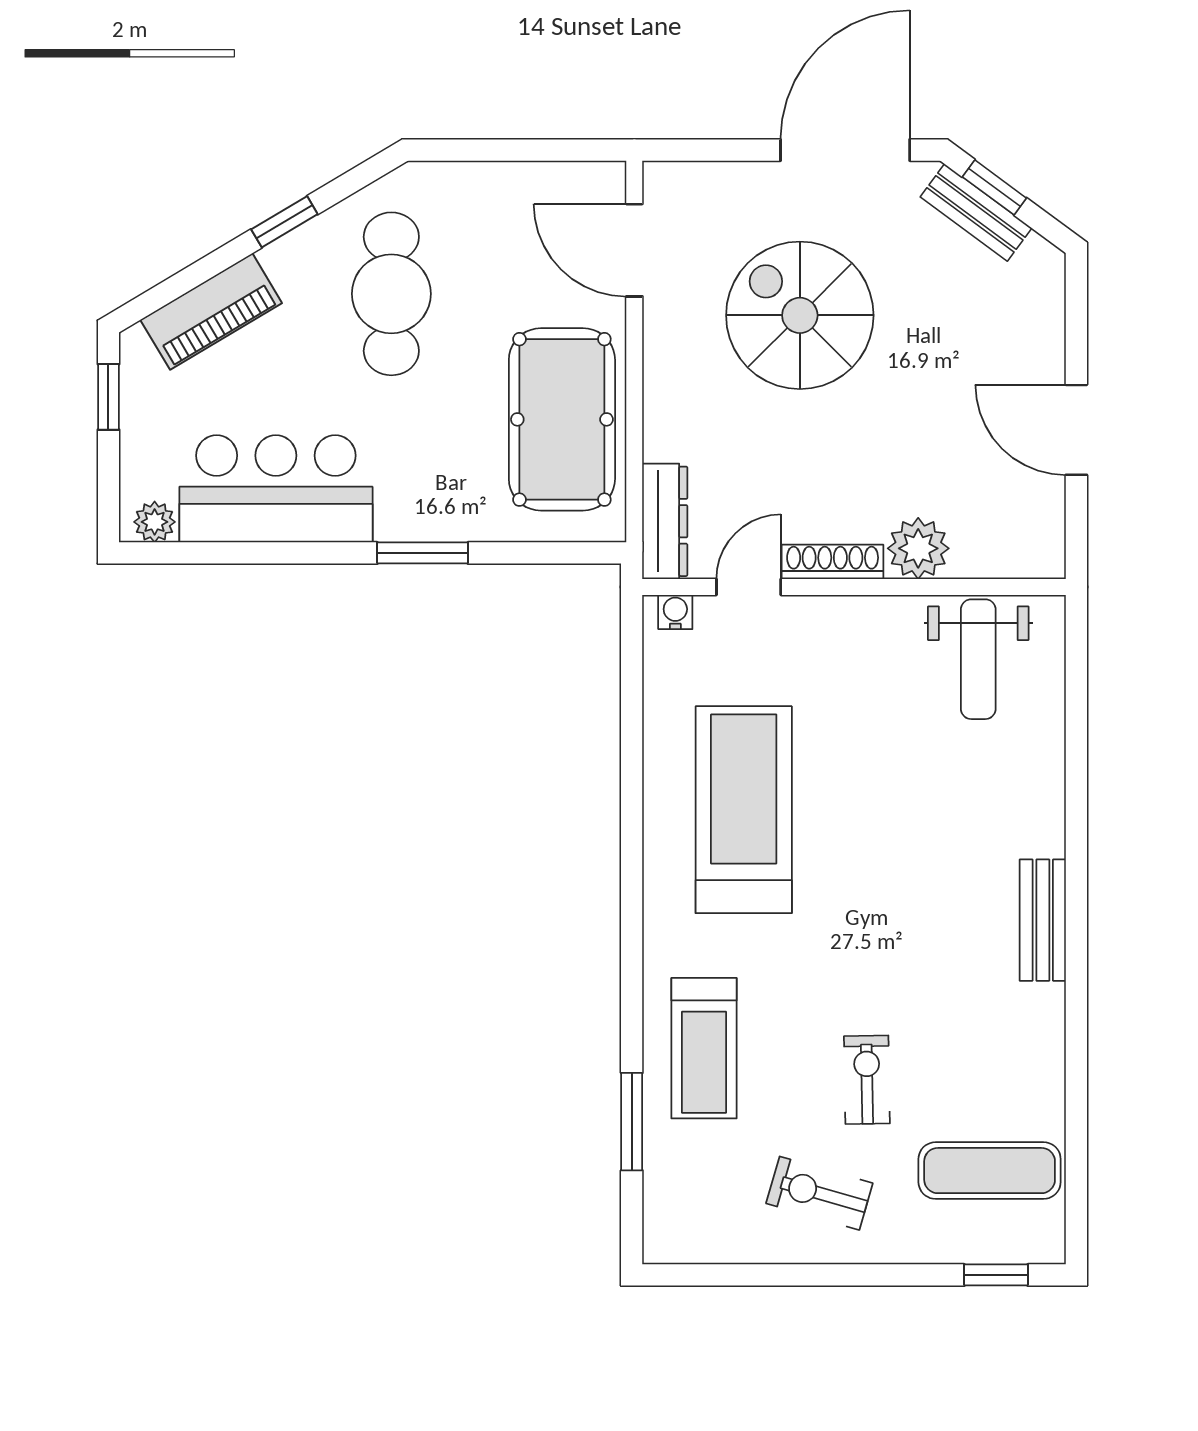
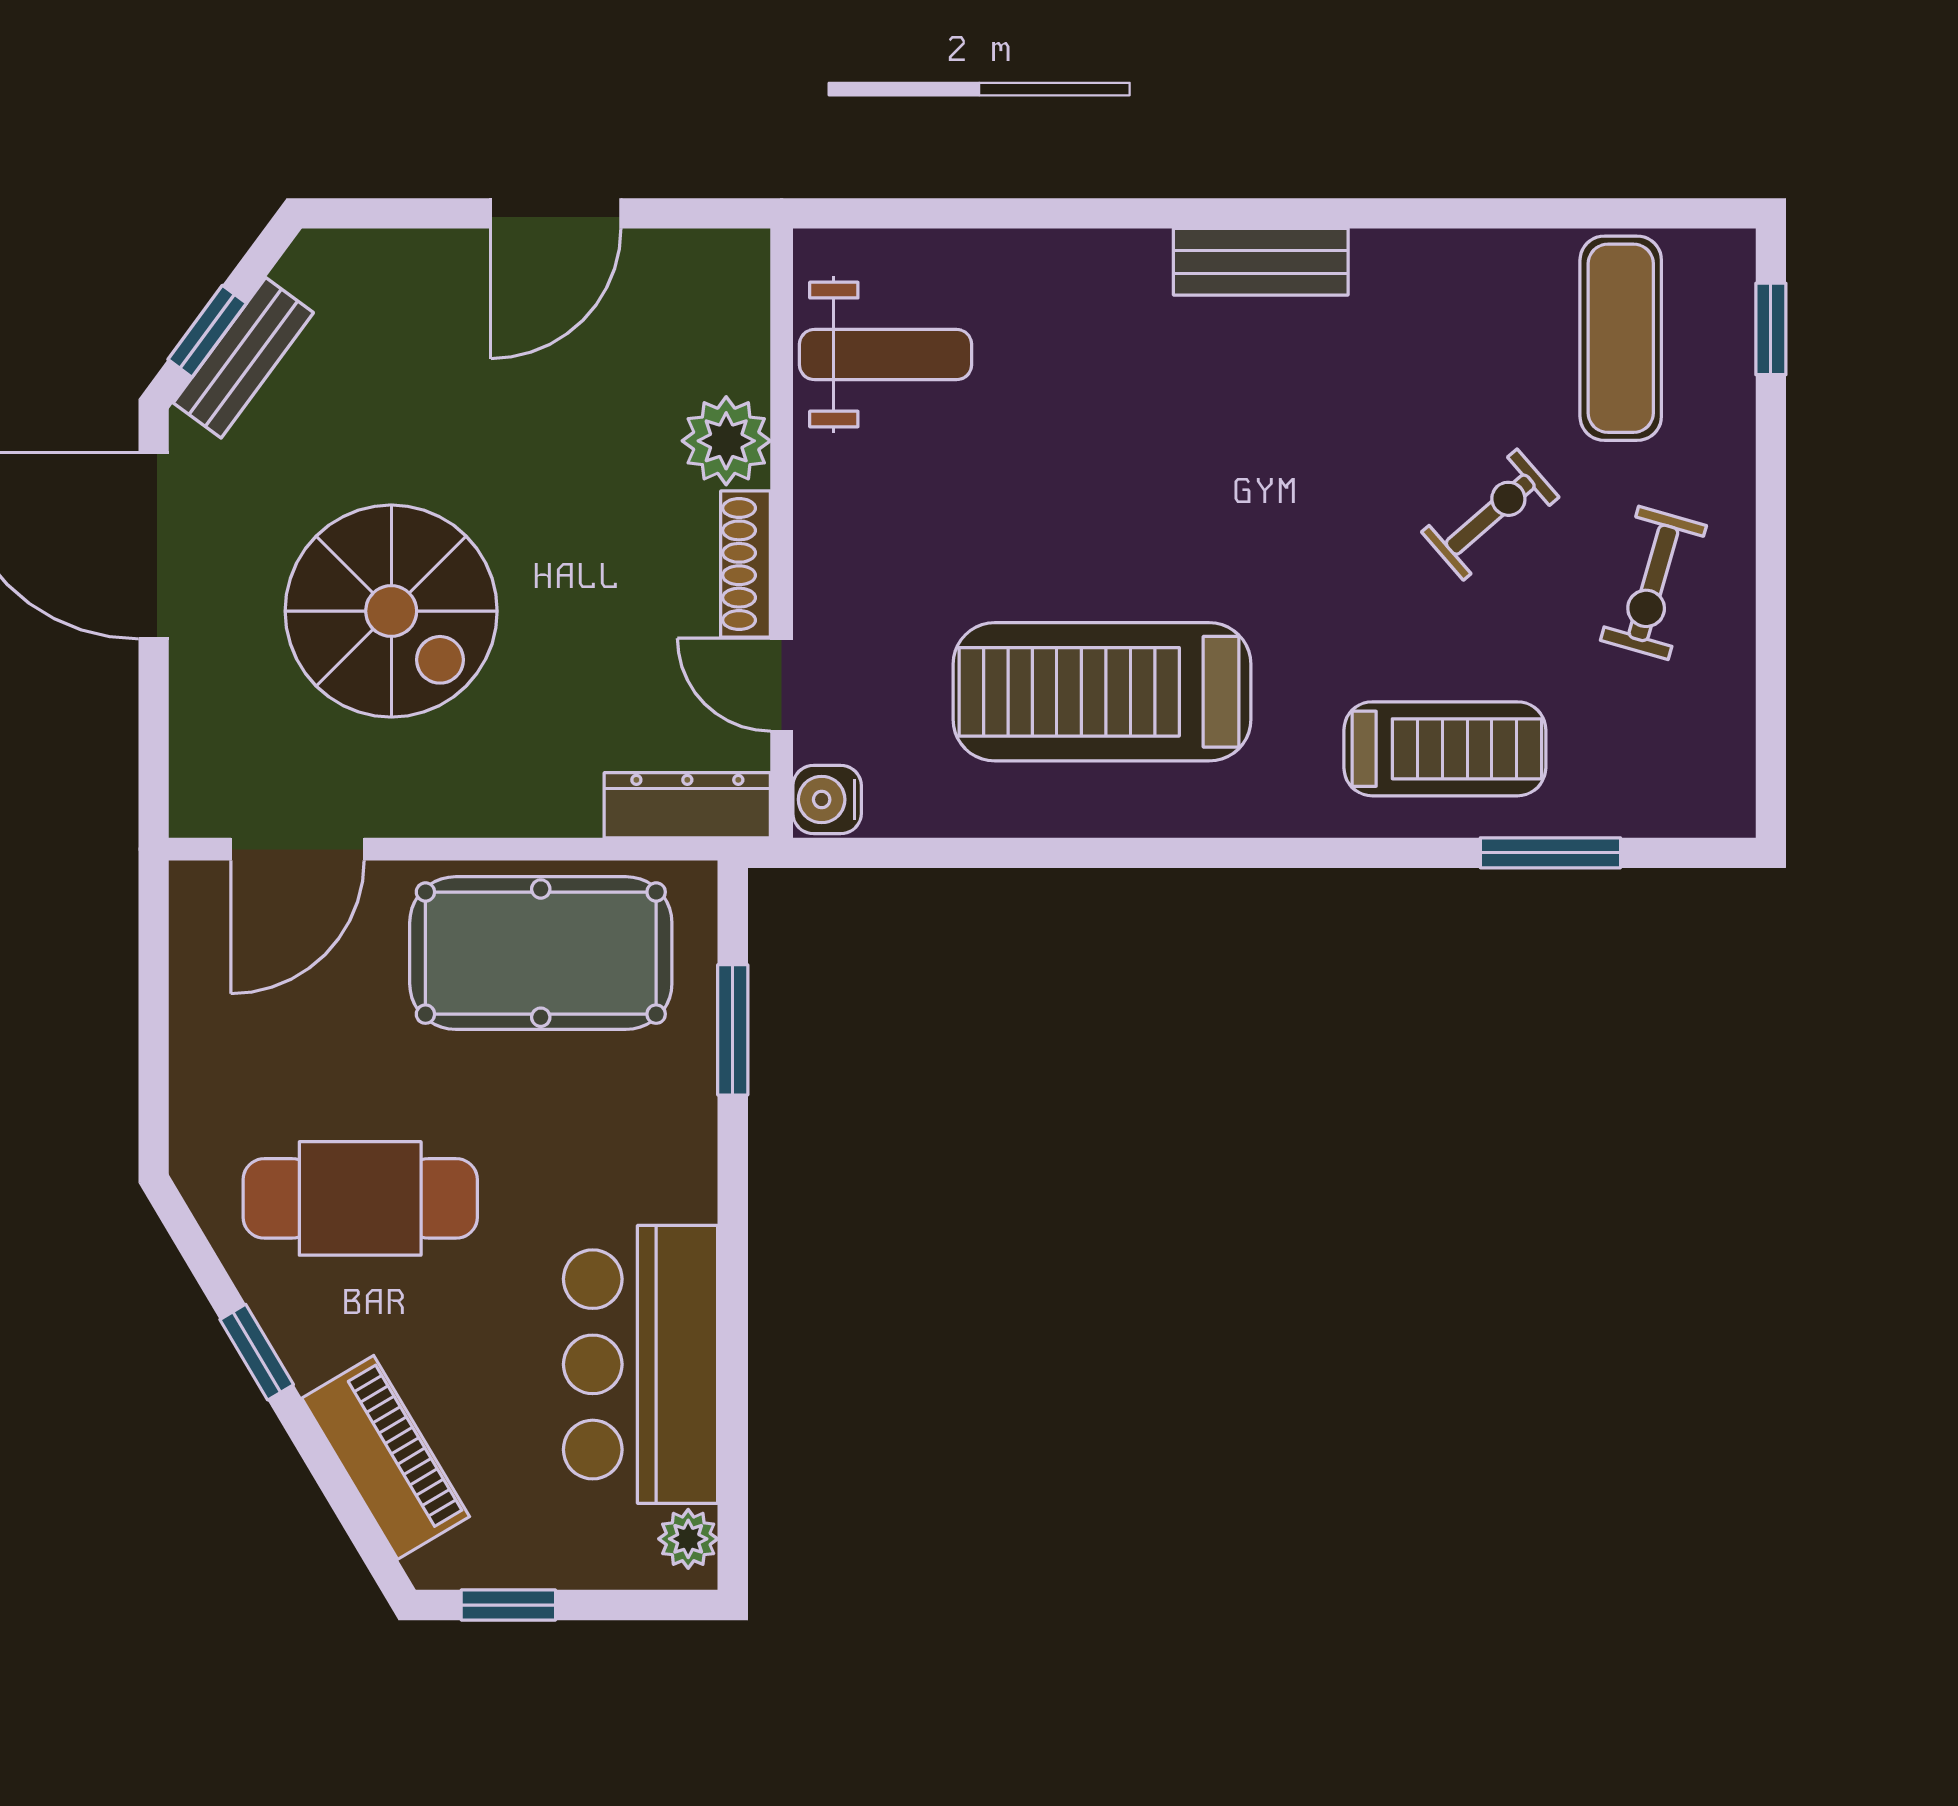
spiral stairs: (800, 315) -> (391, 611), turned -90
window: (423, 553) -> (733, 1030), moved
water cooler: (675, 612) -> (827, 800), width x1.38, depth x1.38
exercise bike: (867, 1080) -> (1490, 515), turned 140

